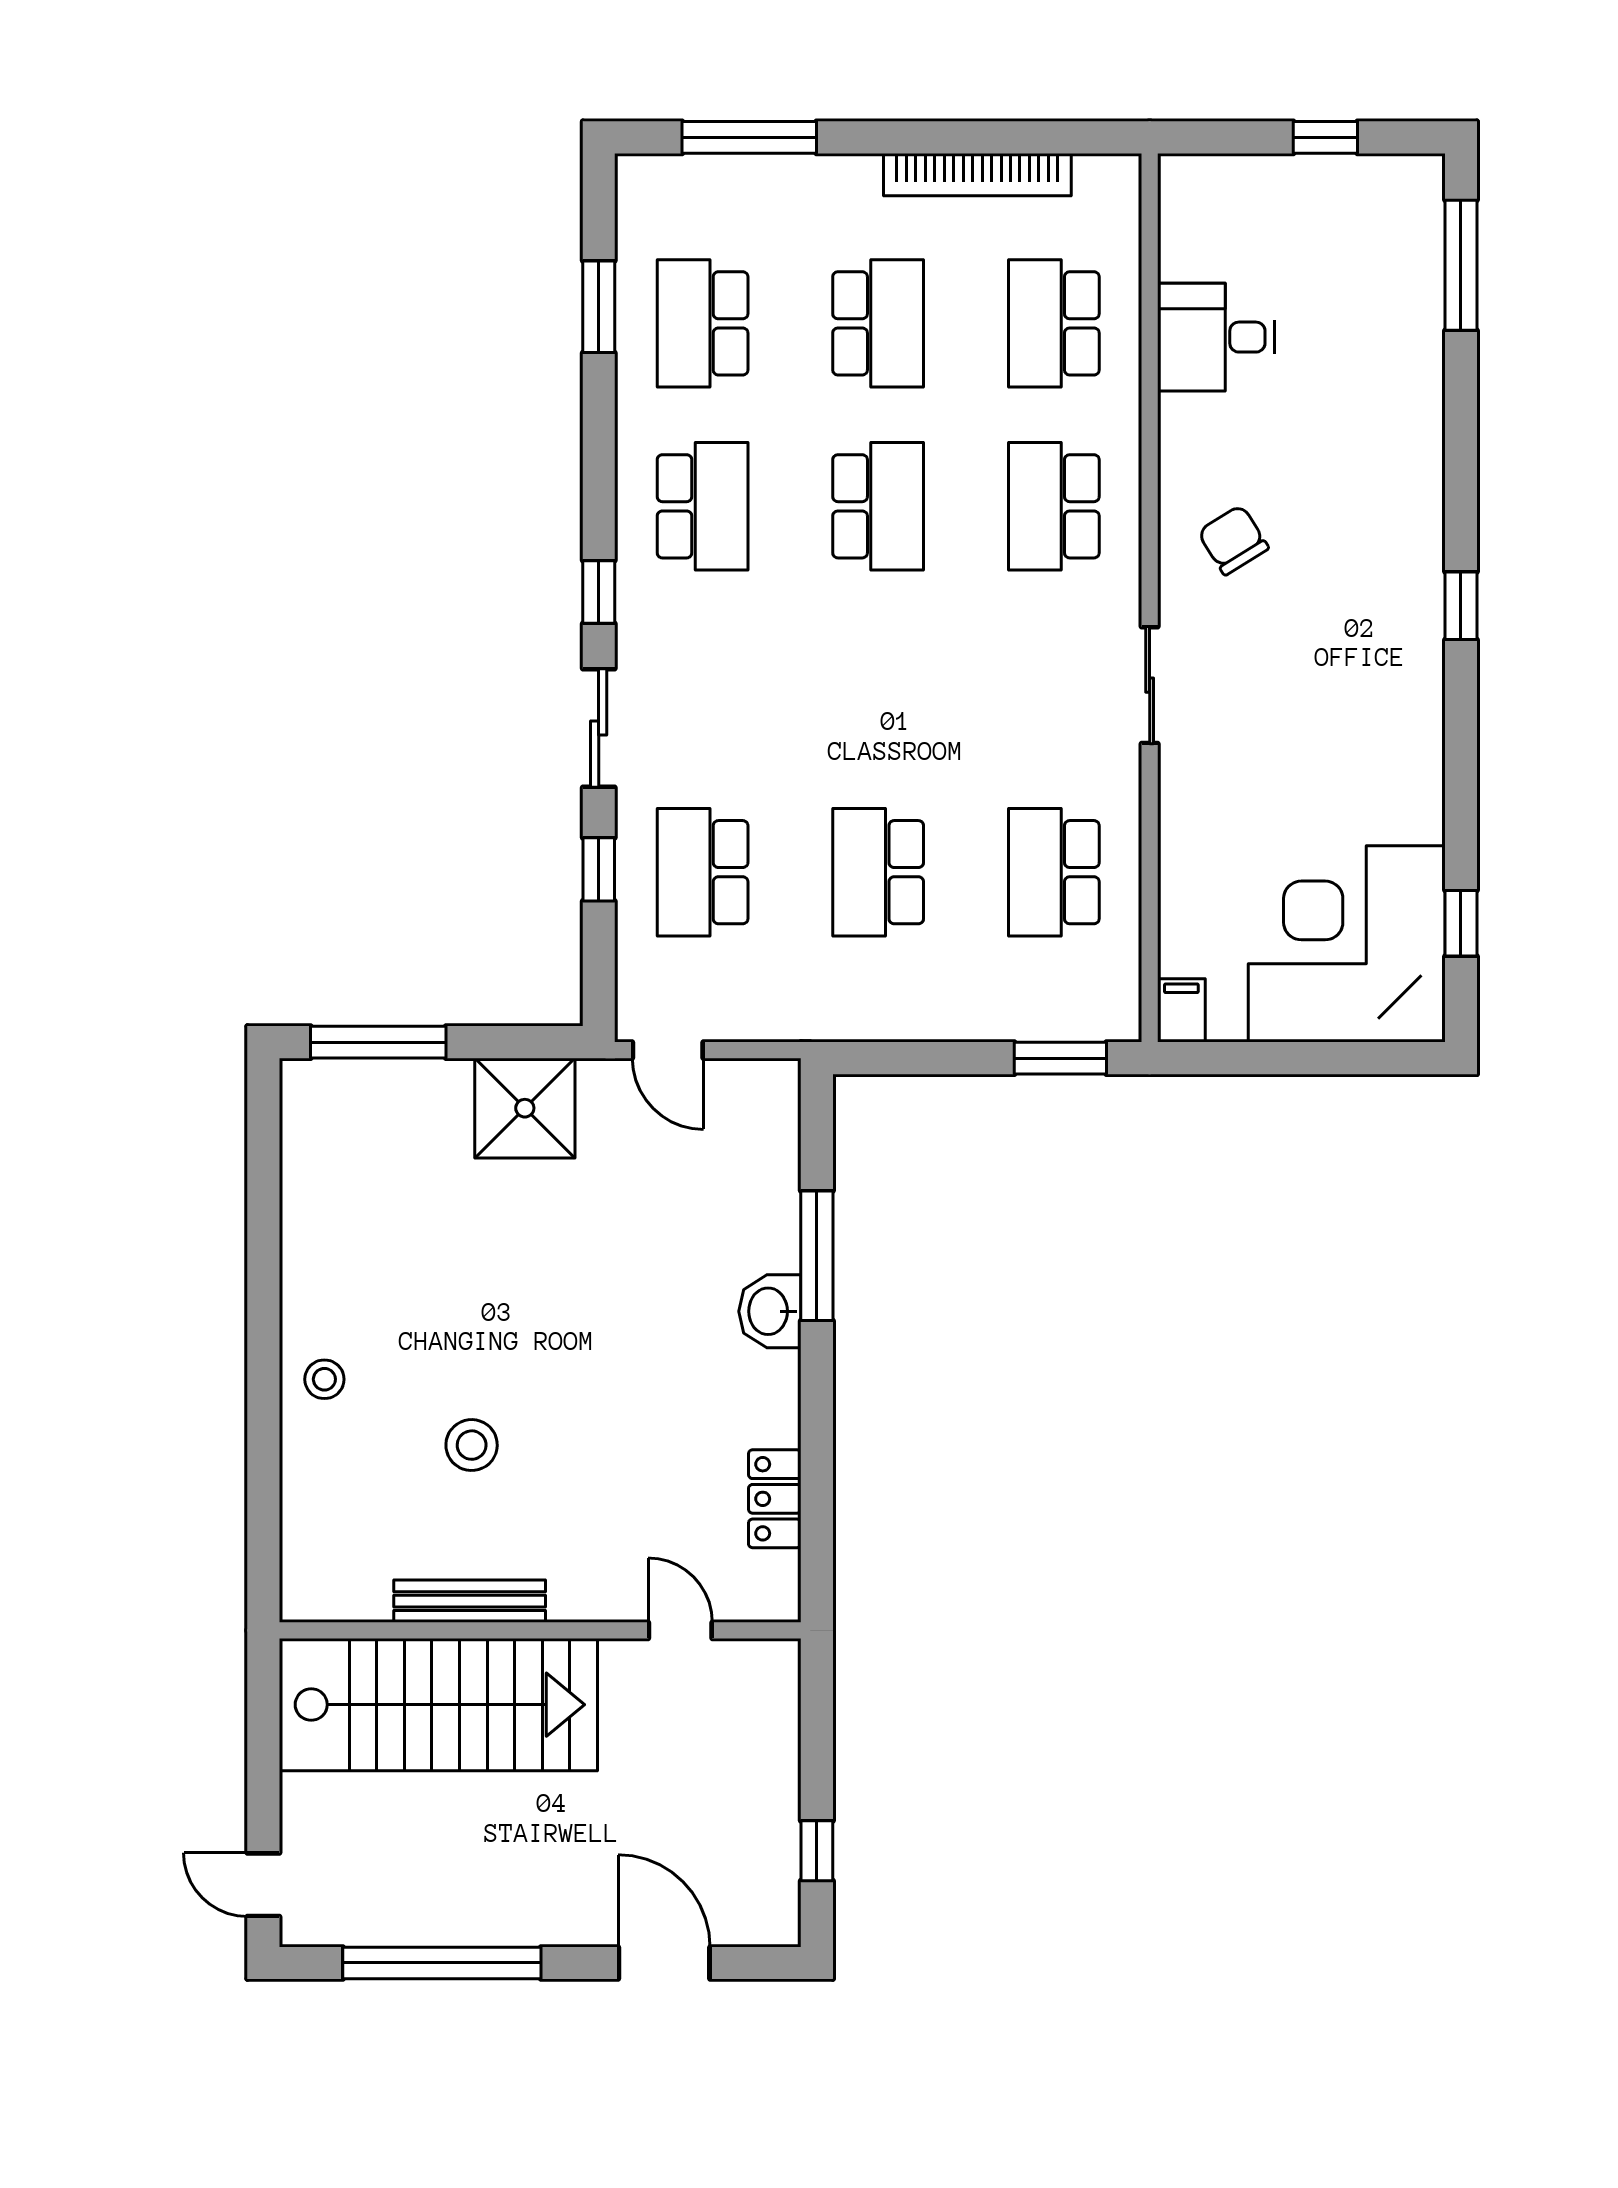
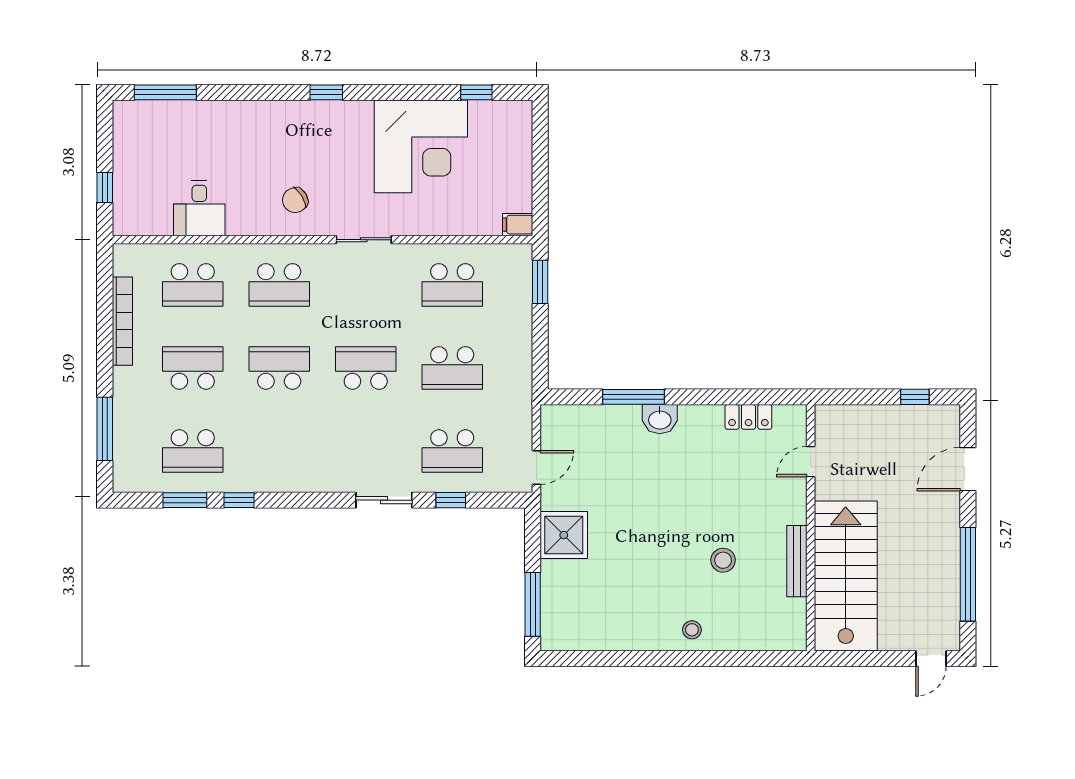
window: (1325, 137) -> (105, 187), moved
school desk: (703, 506) -> (366, 368), moved
window: (599, 592) -> (239, 500), moved
corner desk: (1347, 944) -> (421, 146), moved, turned -90

